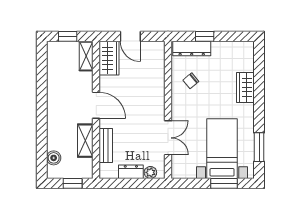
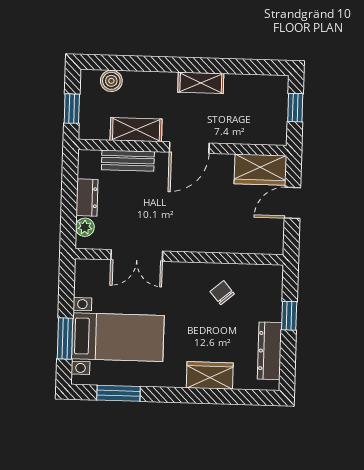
dresser: (192, 49) -> (270, 351), moved
shelving: (86, 56) -> (201, 83), moved

